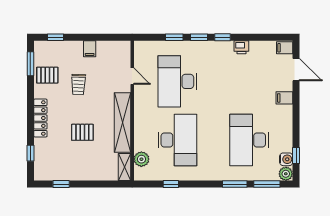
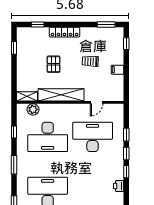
pallet: (47, 75) -> (97, 37), removed
window: (235, 184) -> (14, 165), moved

